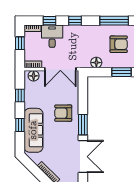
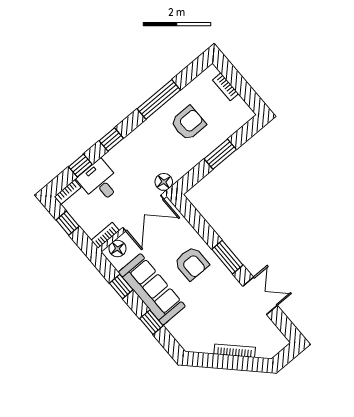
floor lamp: (96, 63) -> (164, 182), moved
armchair: (63, 113) -> (192, 263), turned -90
sofa: (33, 130) -> (152, 289), moved
double door: (83, 157) -> (260, 296), width x0.73

